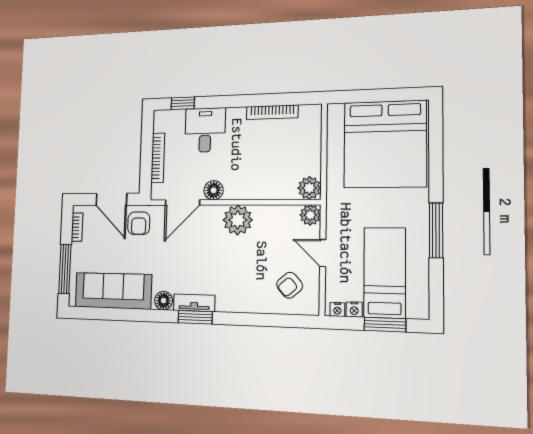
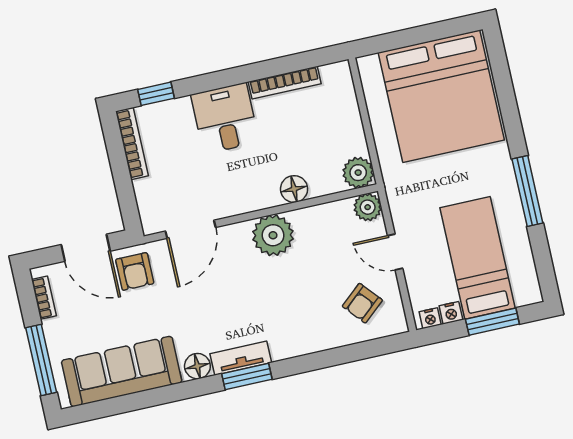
desk: (205, 130) -> (225, 118), moved
bookcase: (158, 158) -> (132, 144), moved
floor lamp: (214, 190) -> (294, 189), moved

